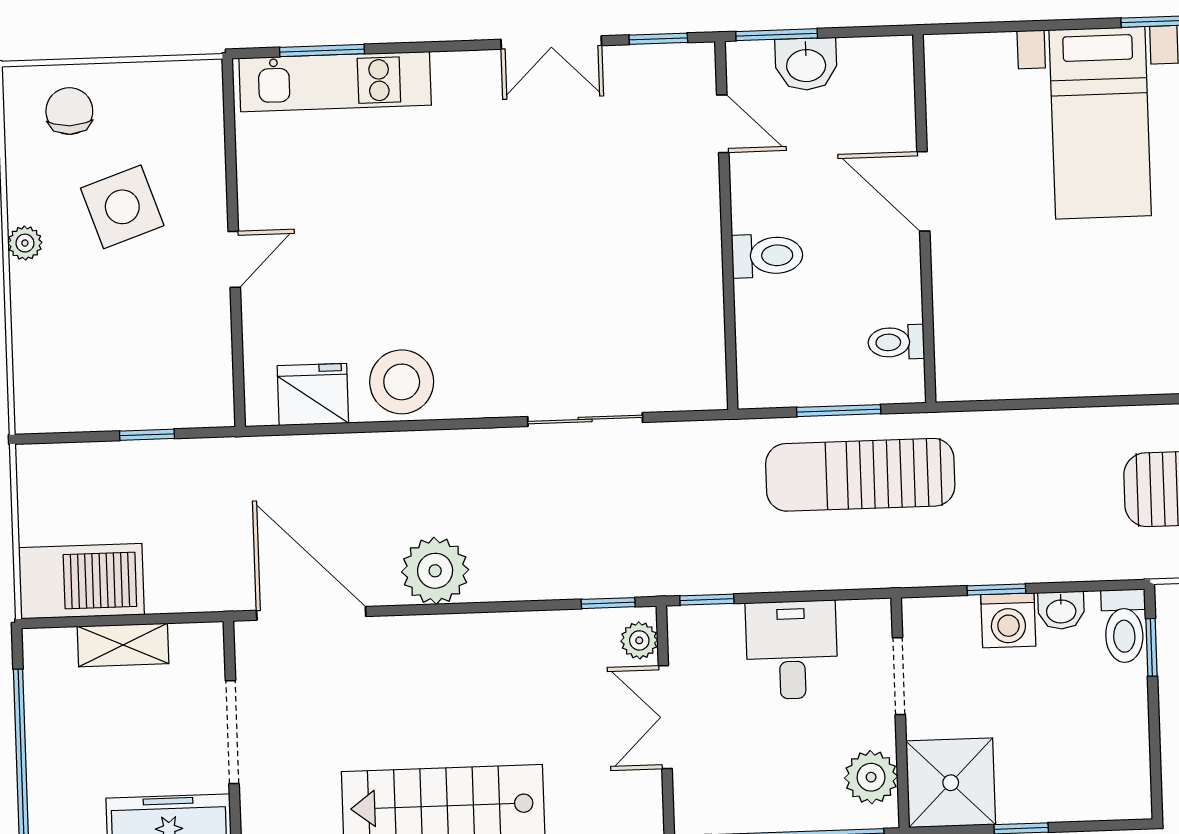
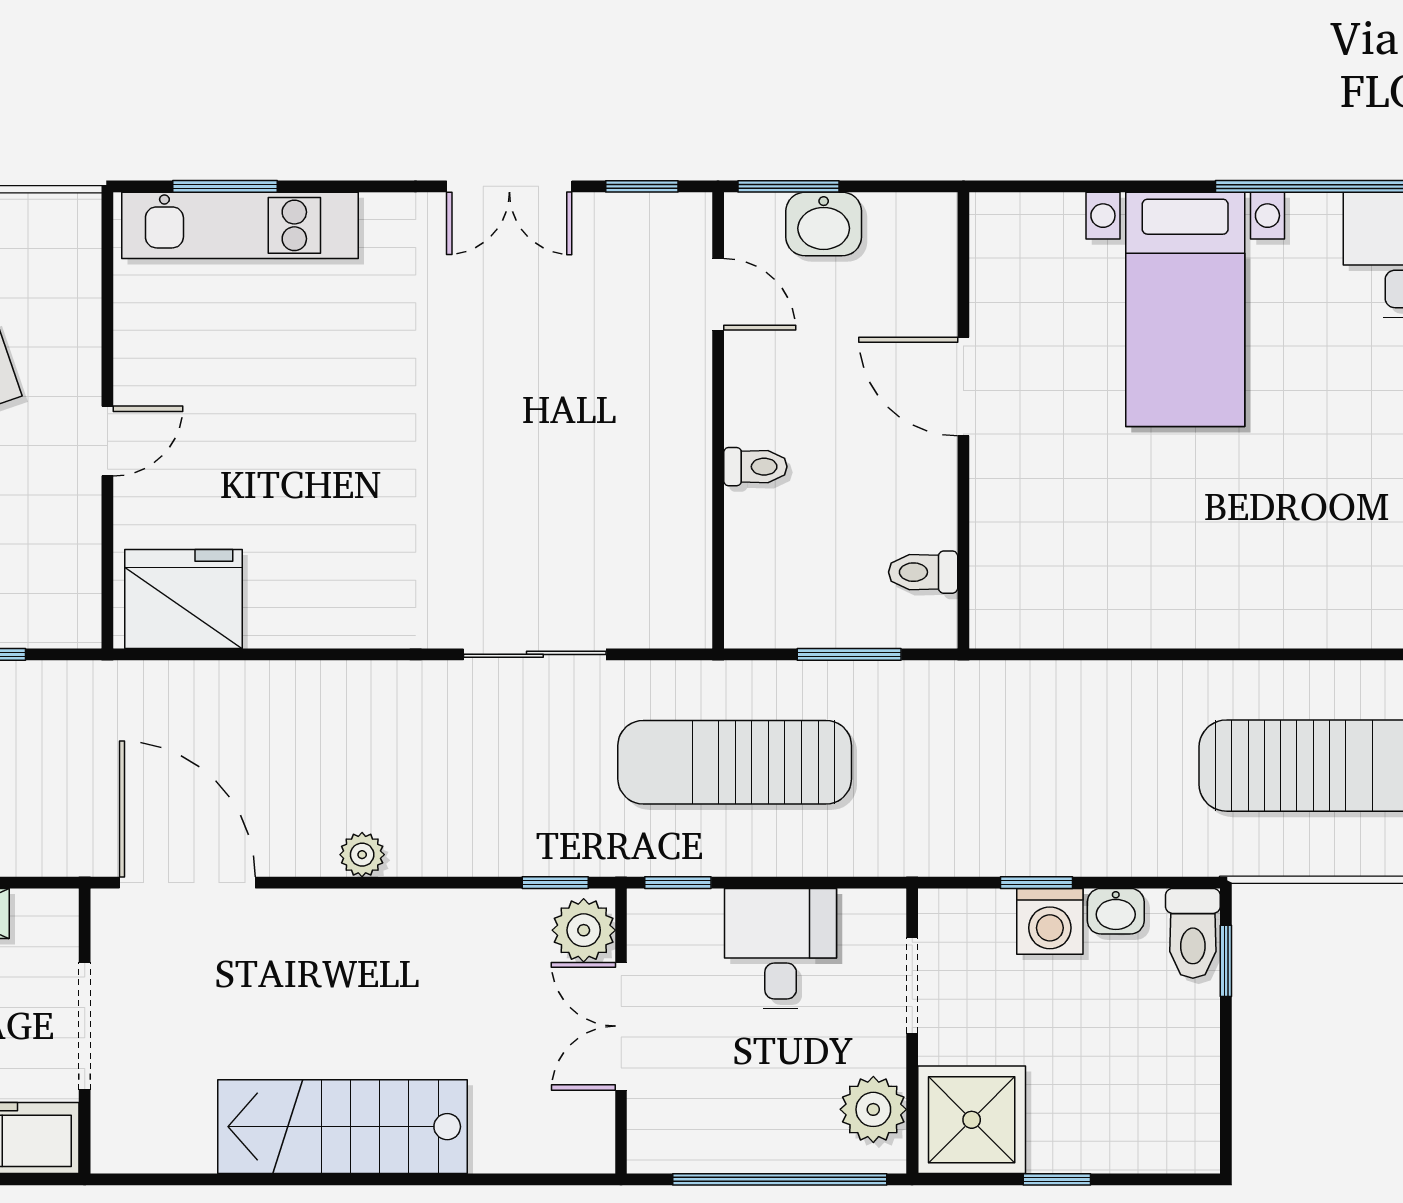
toilet: (767, 256) -> (755, 467), width x0.73, depth x0.72
stool: (402, 382) -> (309, 600), removed
fridge: (313, 394) -> (183, 599), width x1.36, depth x1.34
sun lounger: (860, 475) -> (735, 762), moved
plant: (435, 571) -> (362, 855), width x0.53, depth x0.53
plant: (639, 640) -> (584, 930), width x1.38, depth x1.38

